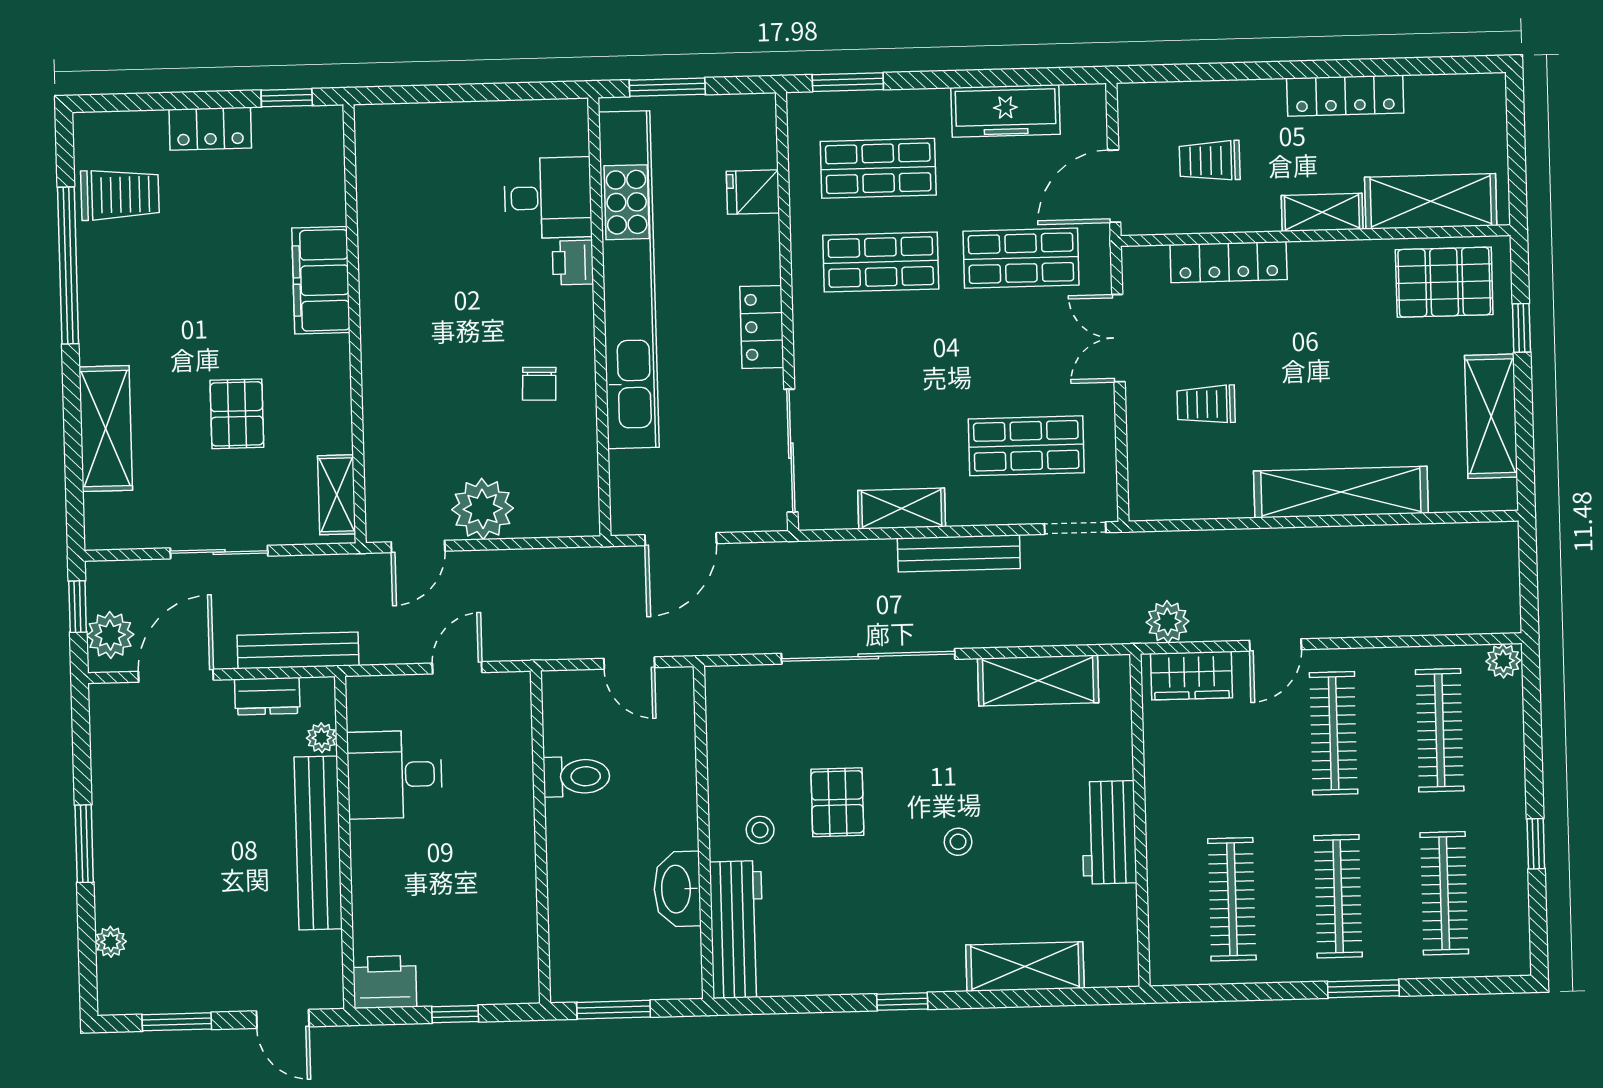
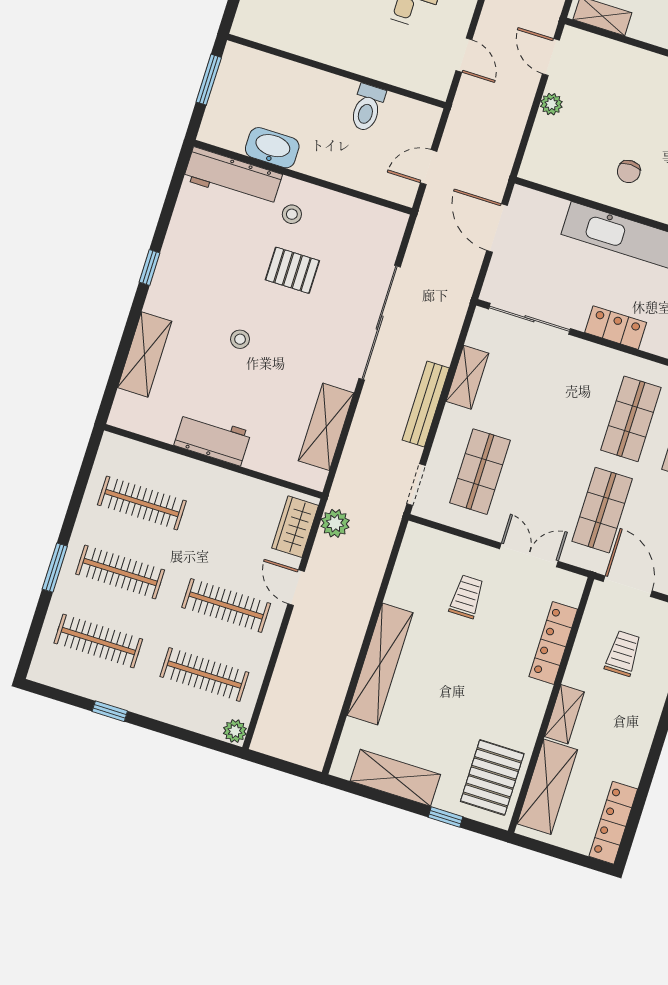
locker: (1345, 96) -> (613, 823), moved
chair: (539, 384) -> (629, 171), turned -92
plant: (483, 509) -> (551, 104), width x0.53, depth x0.53

